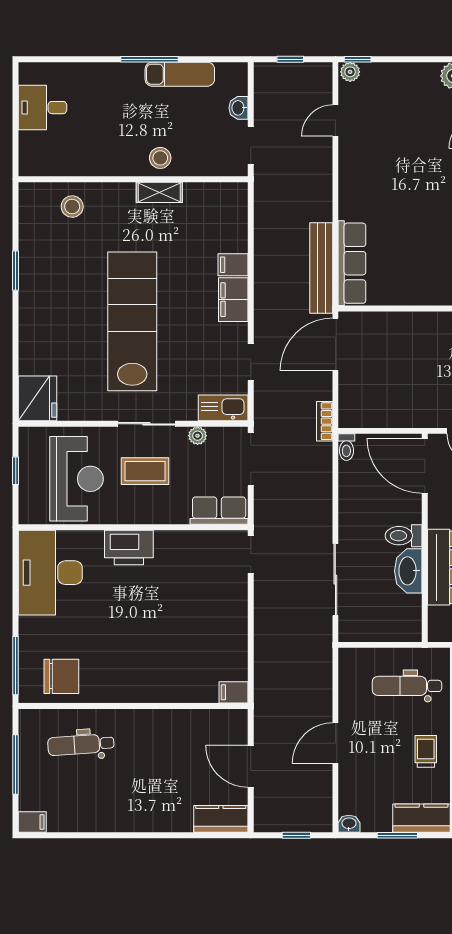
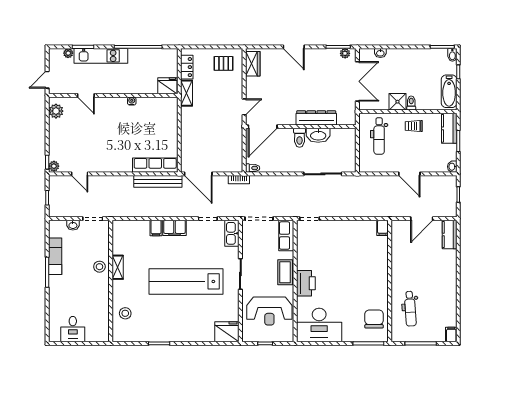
plant: (198, 436) -> (247, 247), removed
coffee table: (145, 471) -> (285, 272), moved
reception desk: (77, 479) -> (269, 311), turned 180

